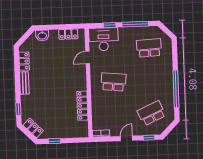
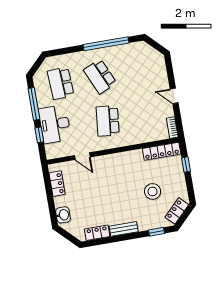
desk: (104, 39) -> (55, 124), moved
locker: (82, 106) -> (162, 151), moved
stool: (51, 110) -> (153, 191), added
school desk: (151, 113) -> (100, 76), moved
window: (149, 138) -> (169, 69), removed
window: (55, 141) -> (186, 165), moved

